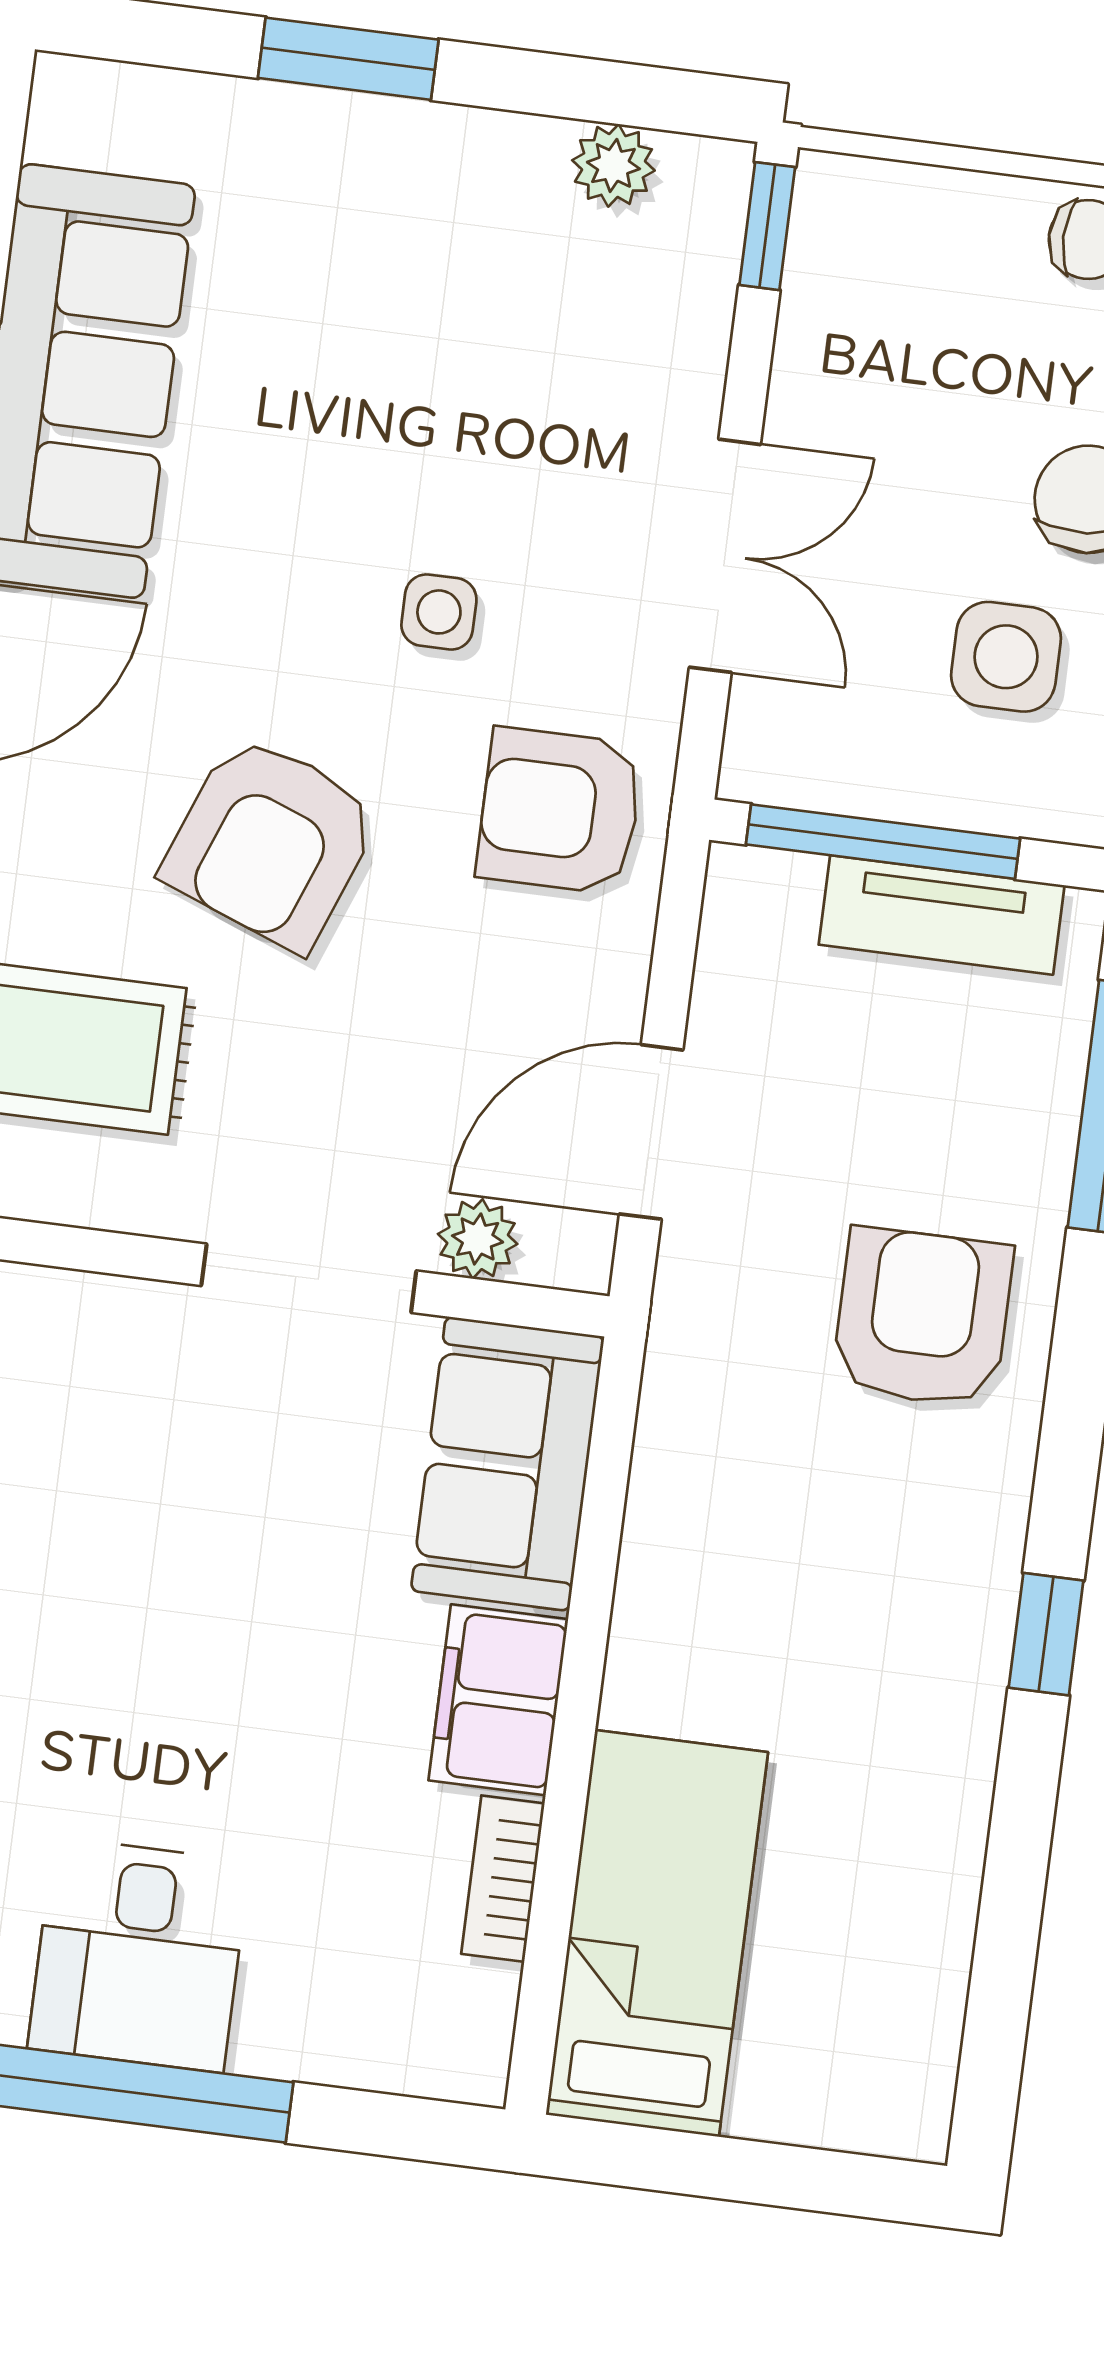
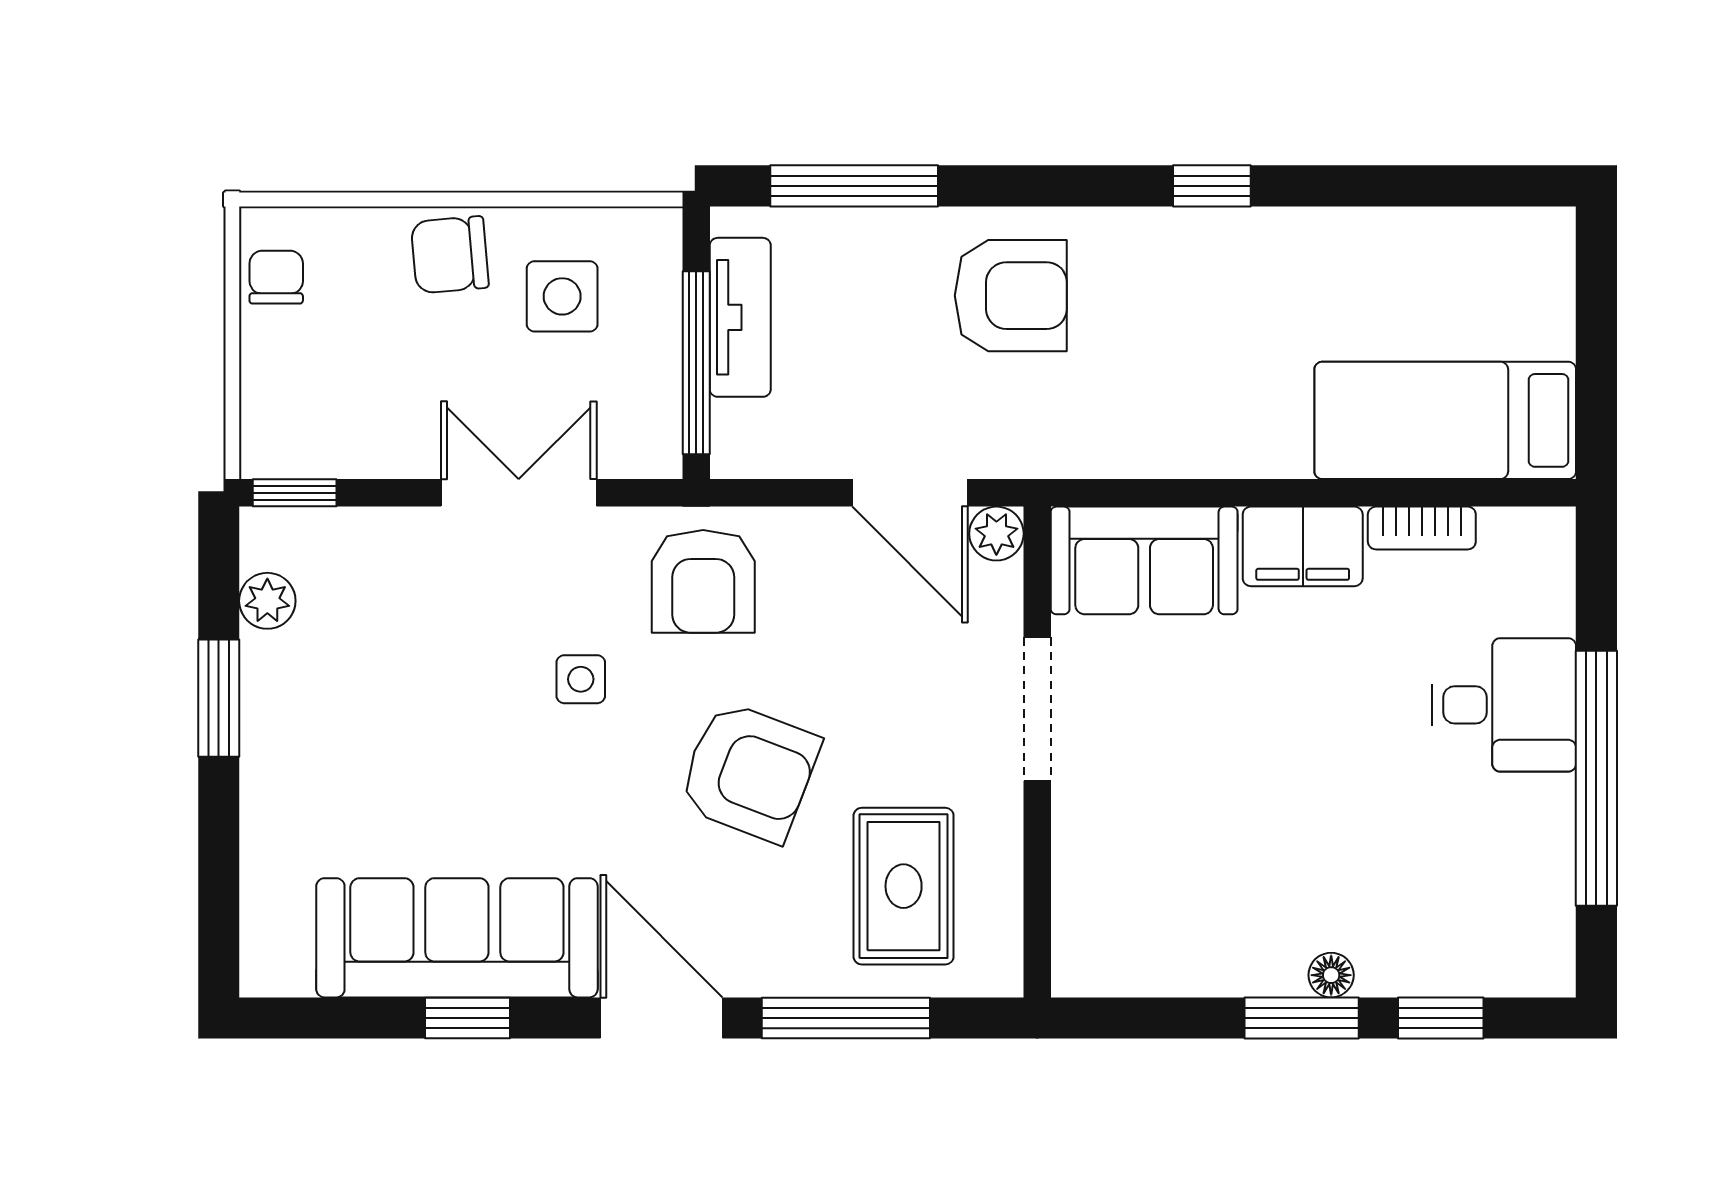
window: (348, 59) -> (219, 698), moved
plant: (478, 1239) -> (996, 534), moved
armchair: (922, 1317) -> (1011, 296), turned 180
desk: (139, 1955) -> (1504, 705), moved

